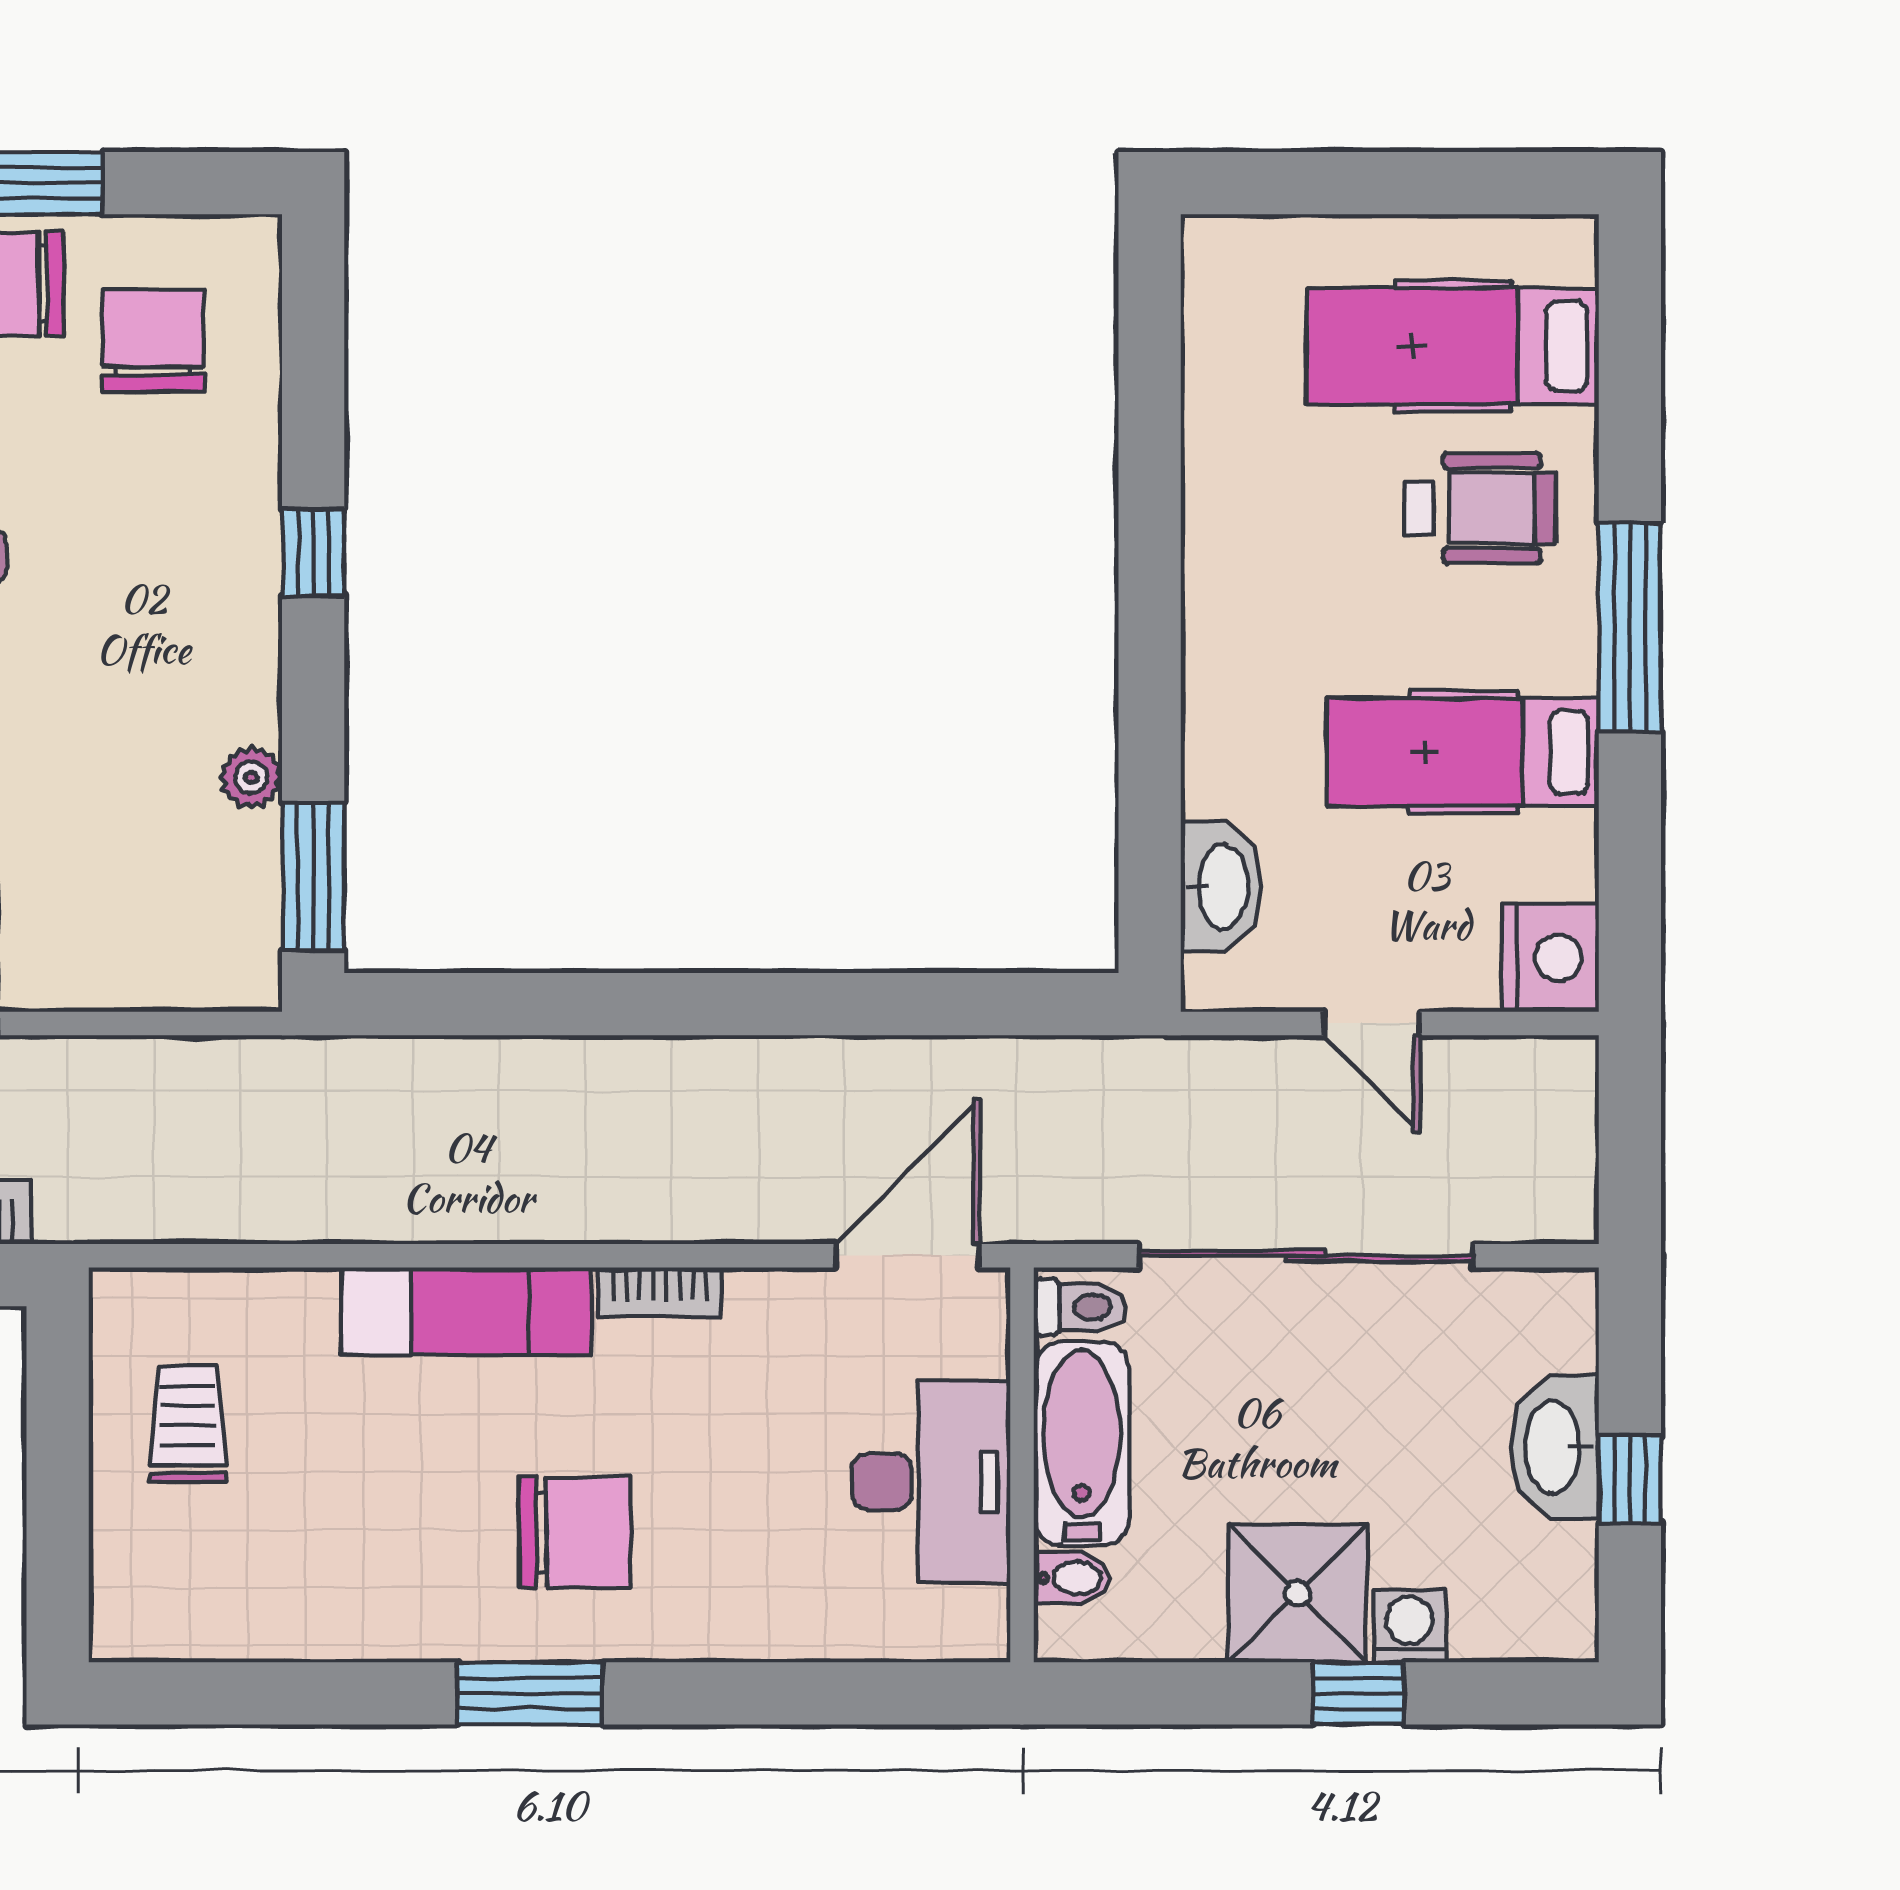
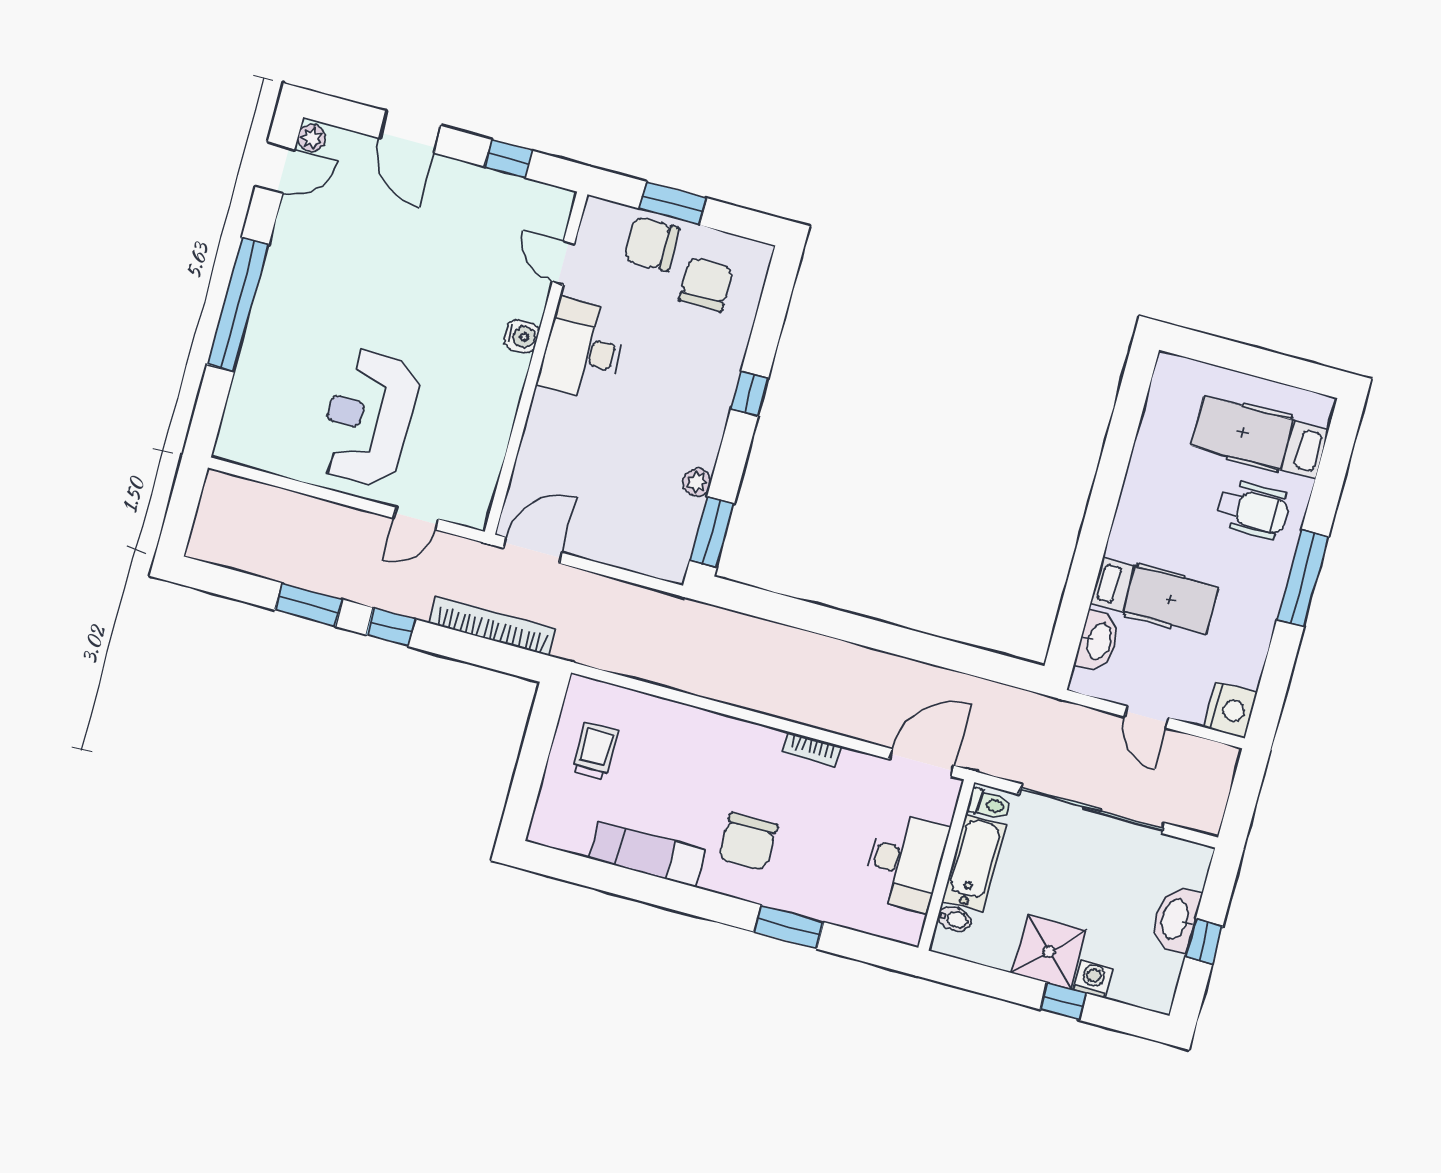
hospital bed: (1463, 752) -> (1154, 596), moved, turned 180
exam couch: (466, 1311) -> (647, 854), moved, turned 180
chair: (575, 1532) -> (748, 842), turned 90
window: (530, 1693) -> (789, 927), moved

